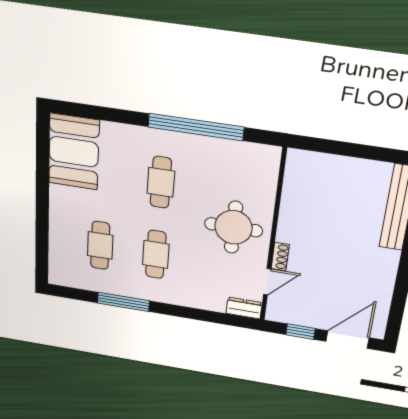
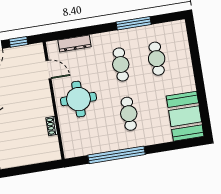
shoe rack: (280, 257) -> (52, 126), moved
door: (267, 282) -> (49, 70), swing flipped
dresser: (244, 308) -> (74, 43), moved, width x1.44

